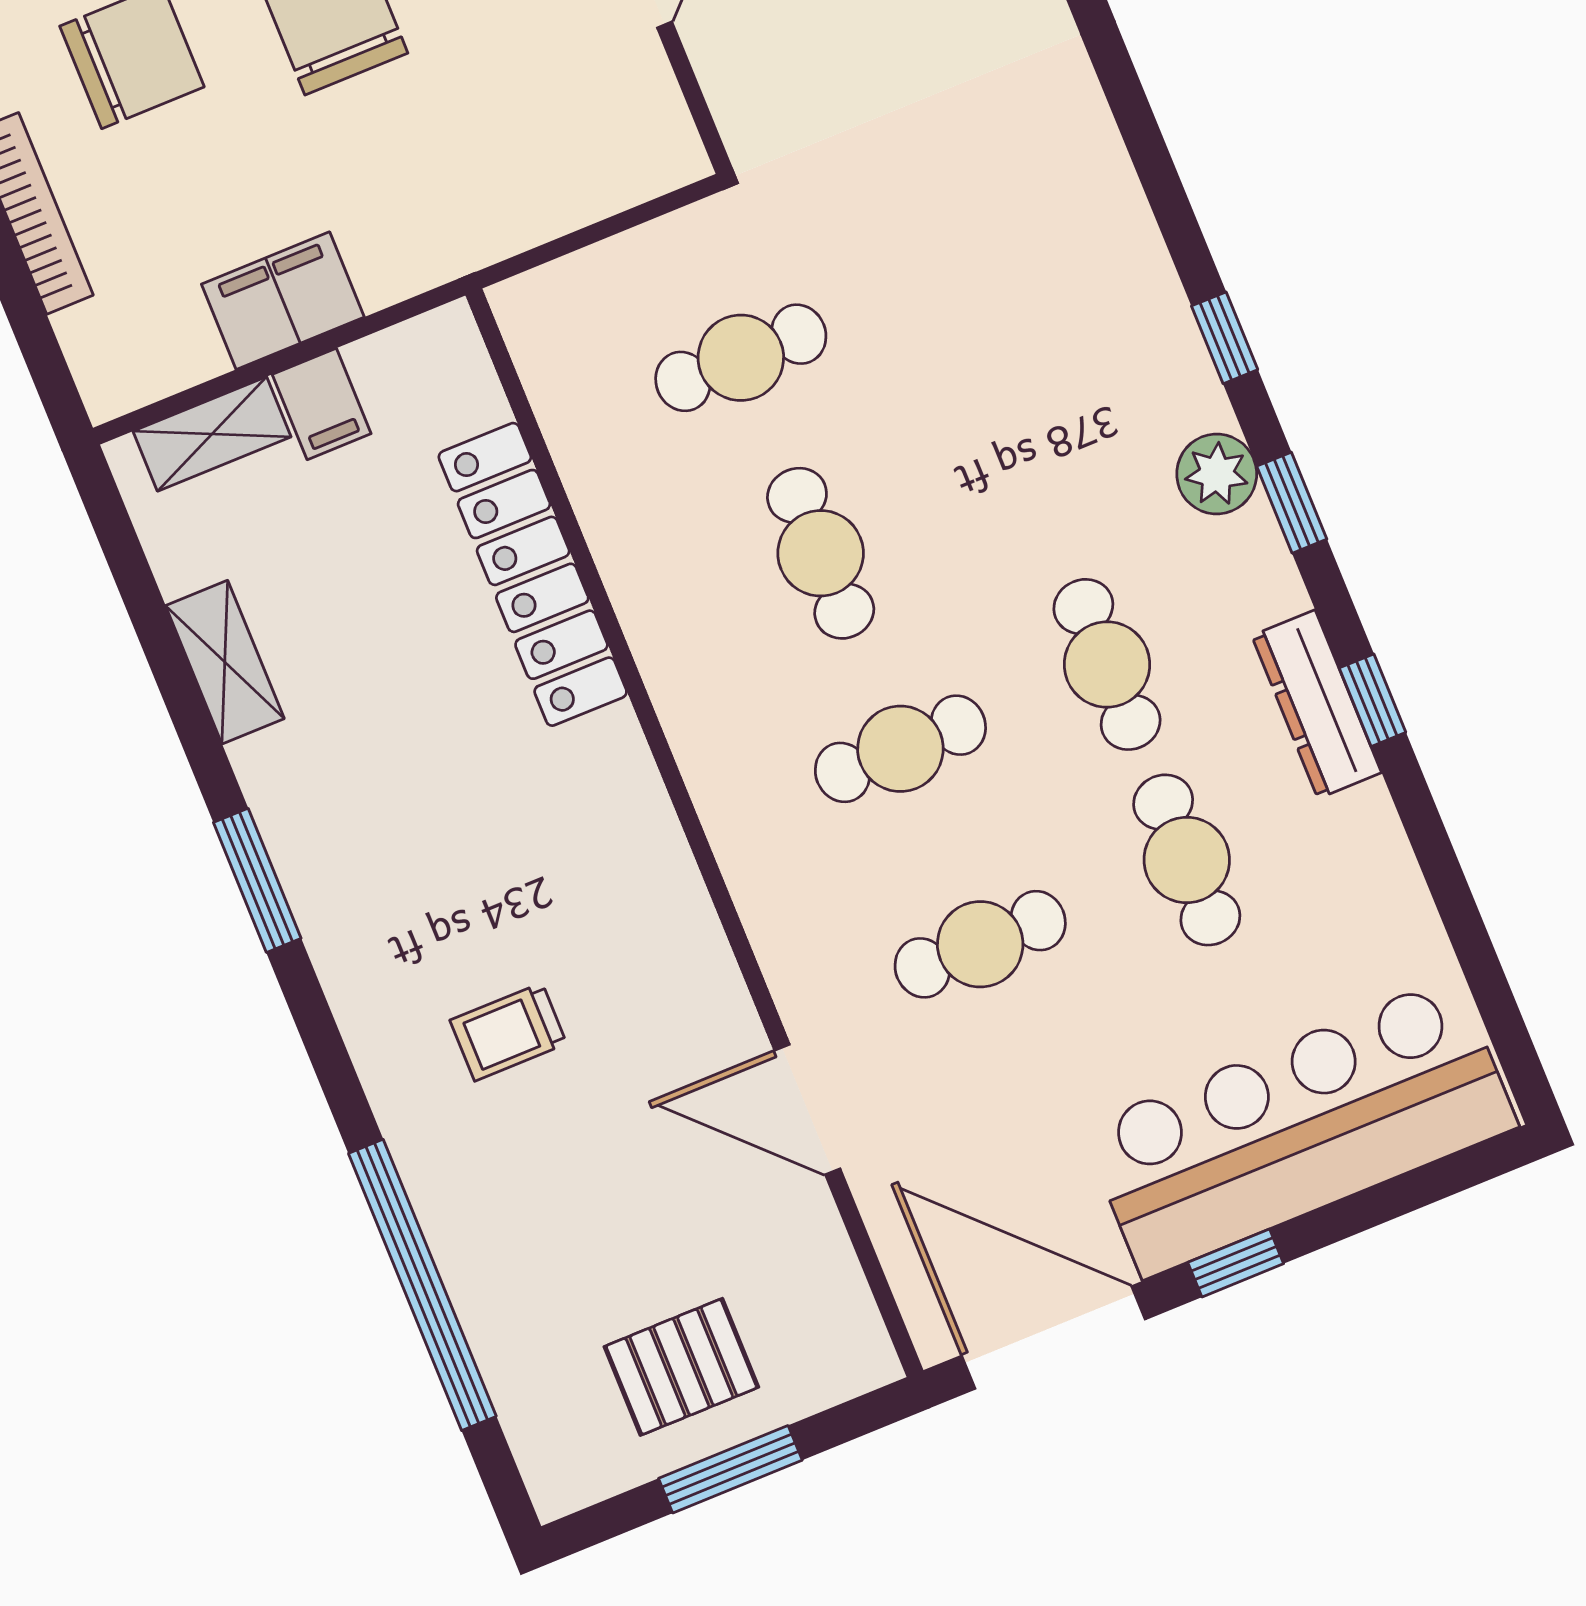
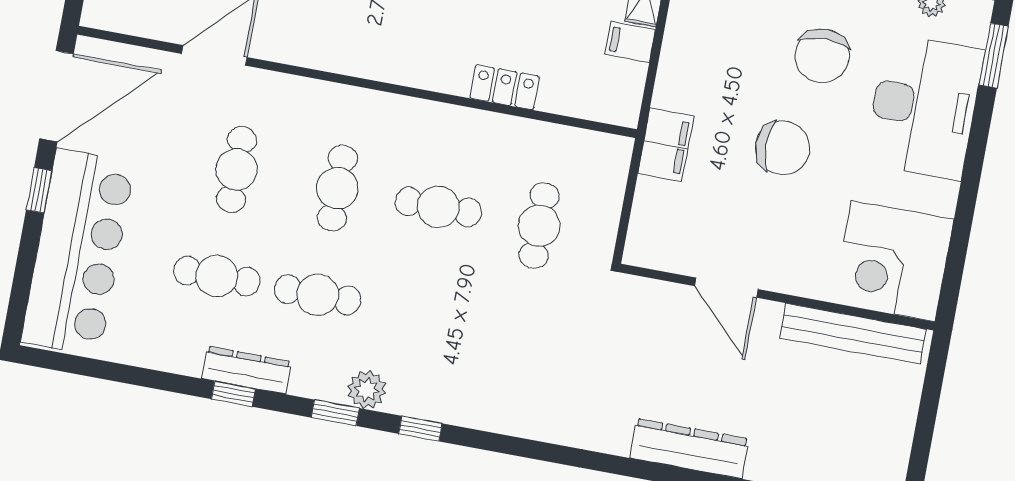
filing cabinet: (283, 301) -> (666, 145), moved
locker: (533, 574) -> (505, 87), width x0.46, depth x0.83

